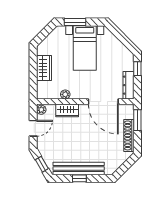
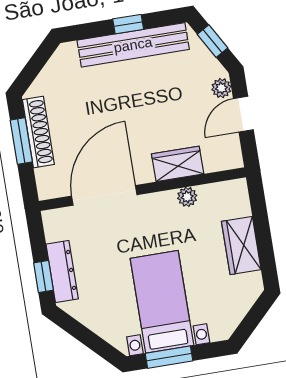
window: (75, 22) -> (169, 357), moved
dresser: (128, 85) -> (62, 271), moved
door: (103, 101) -> (104, 195), hinge flipped
plant: (41, 110) -> (221, 88), moved
window: (137, 120) -> (21, 141), moved

